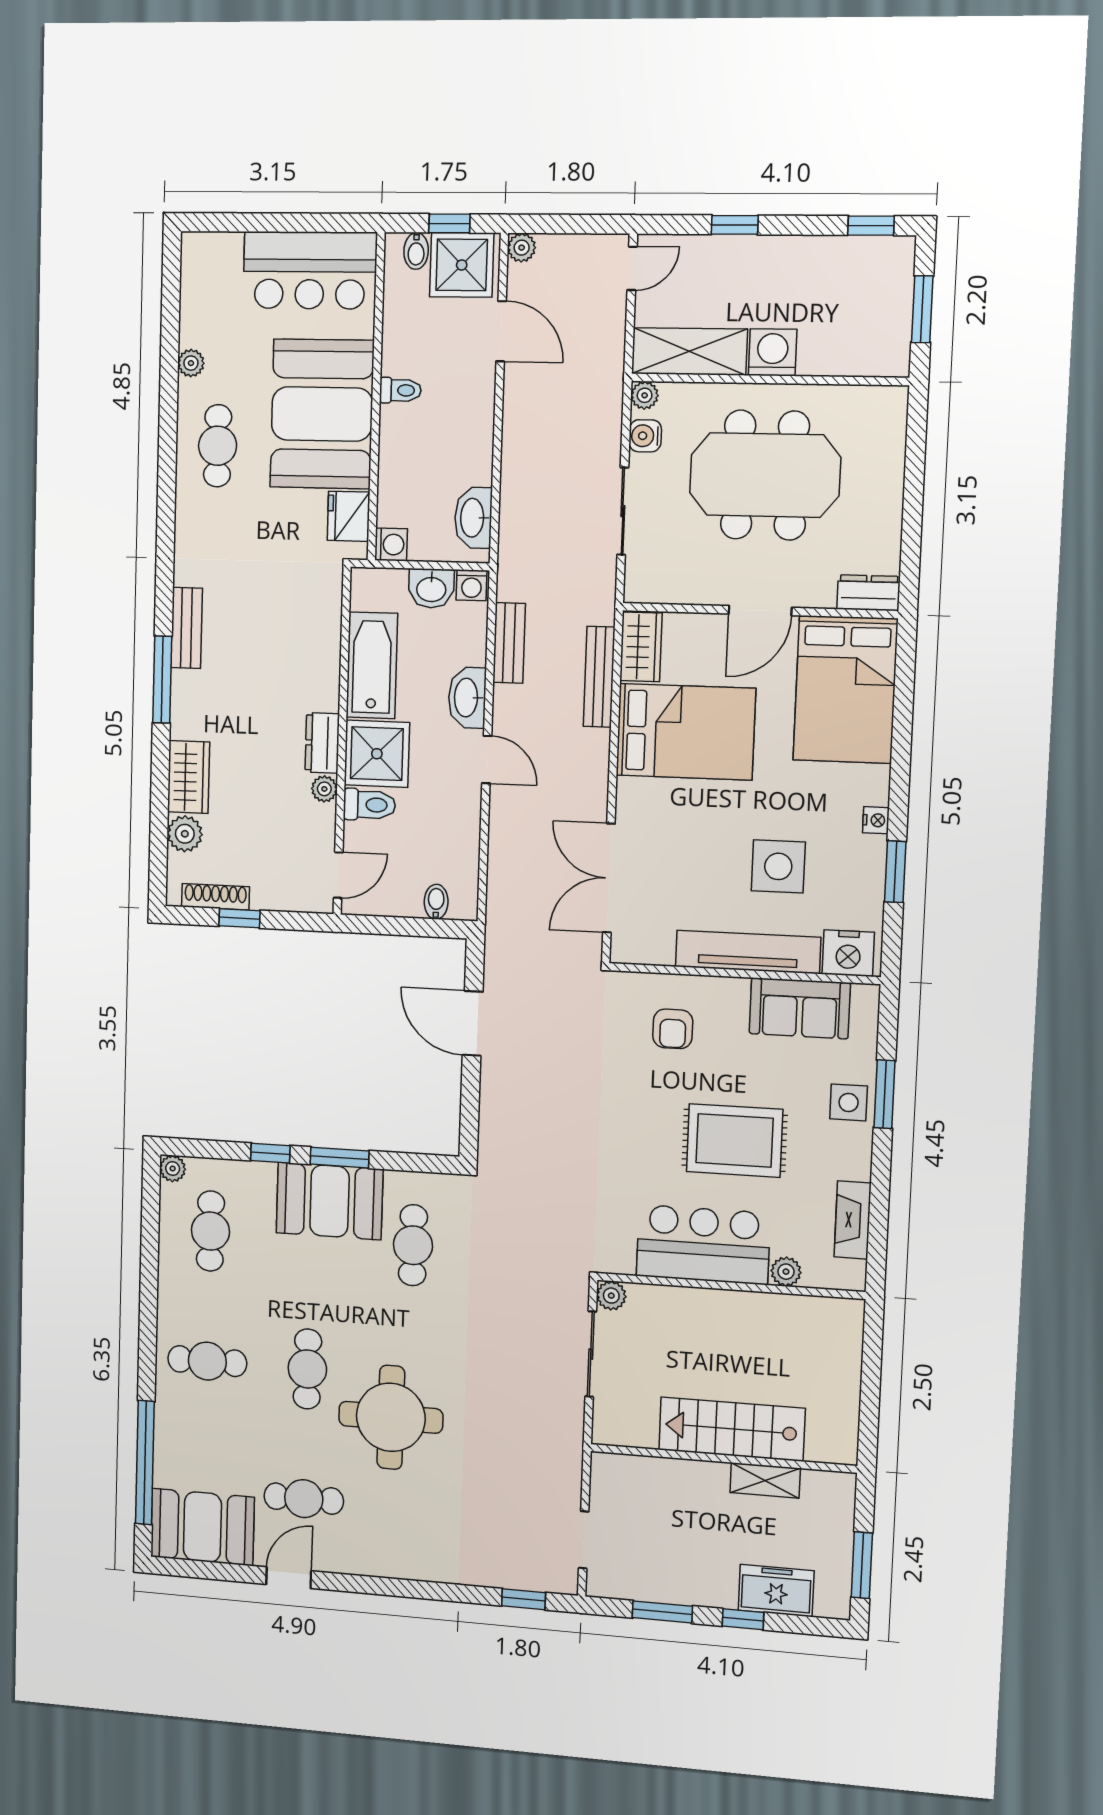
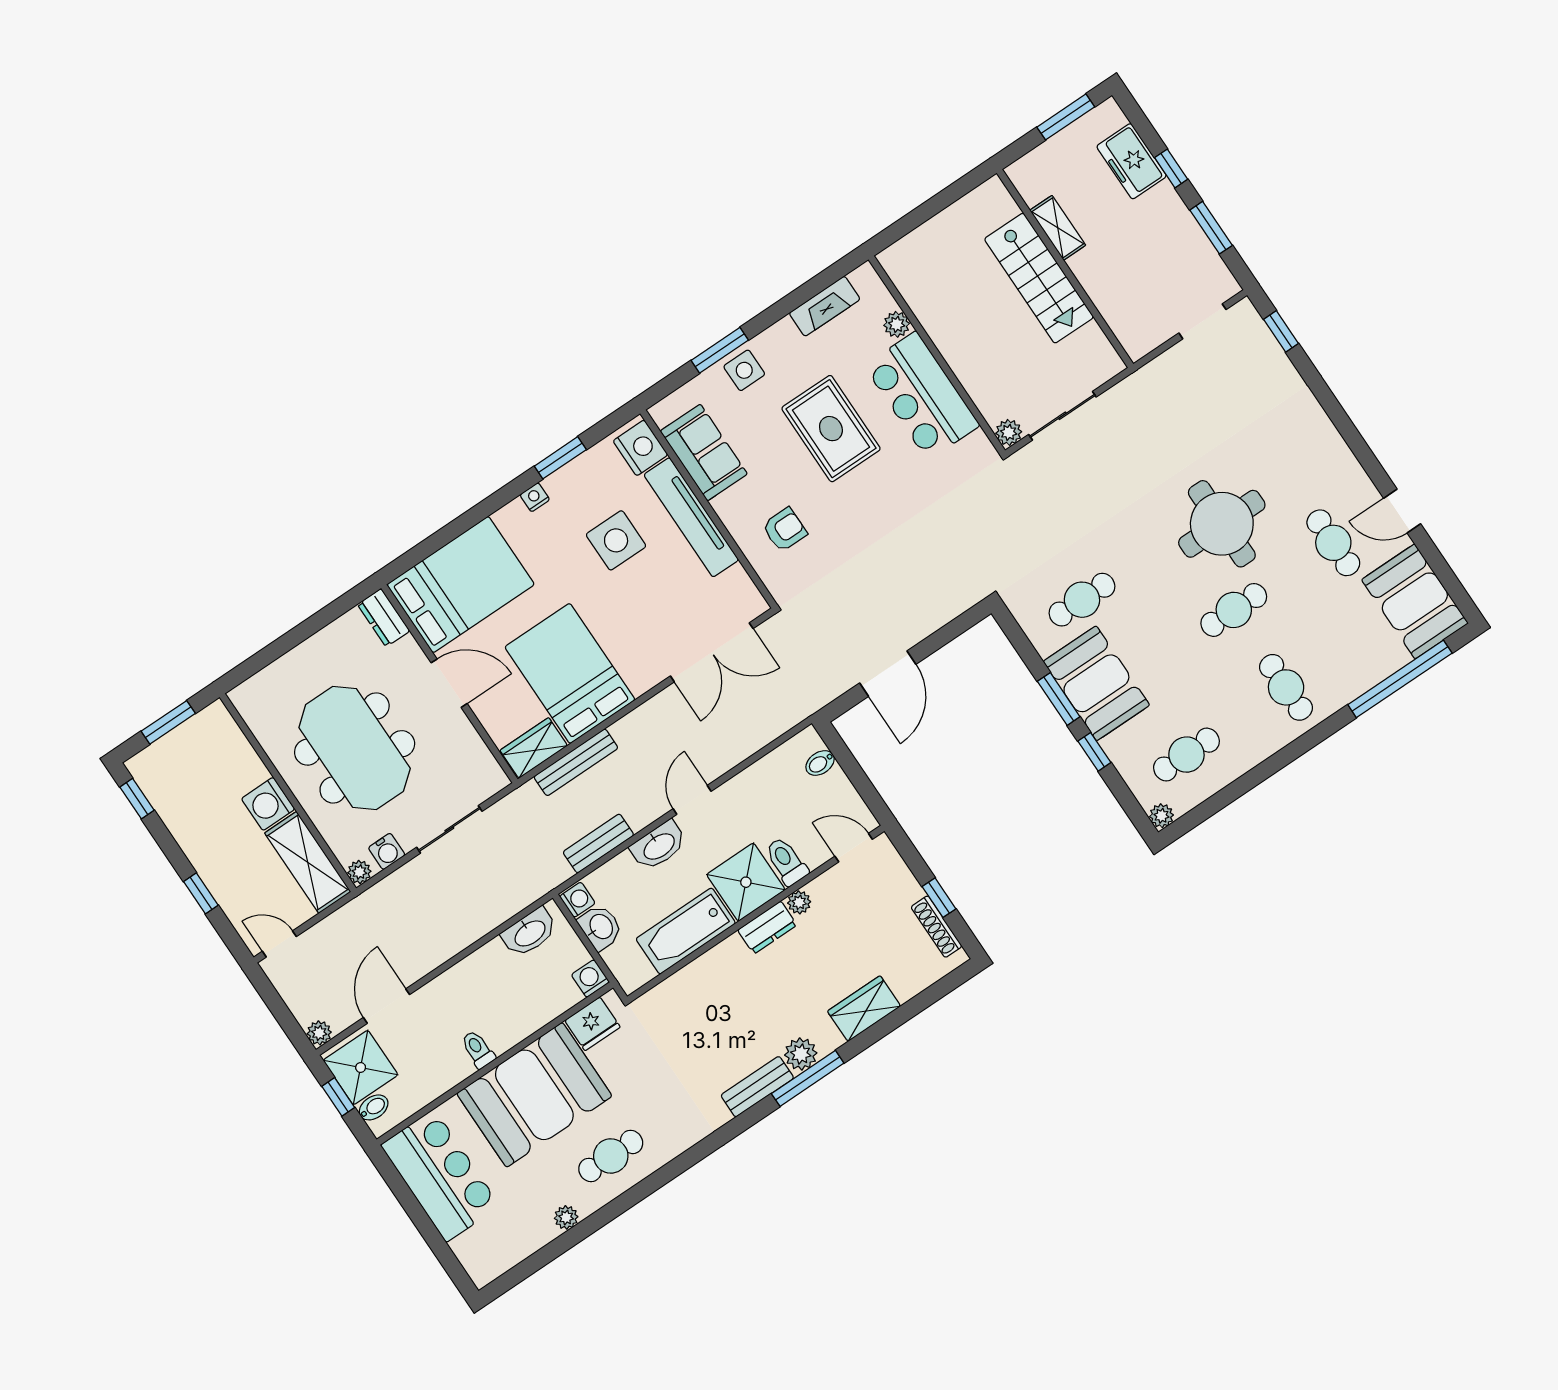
plant: (185, 834) -> (801, 1054), moved

